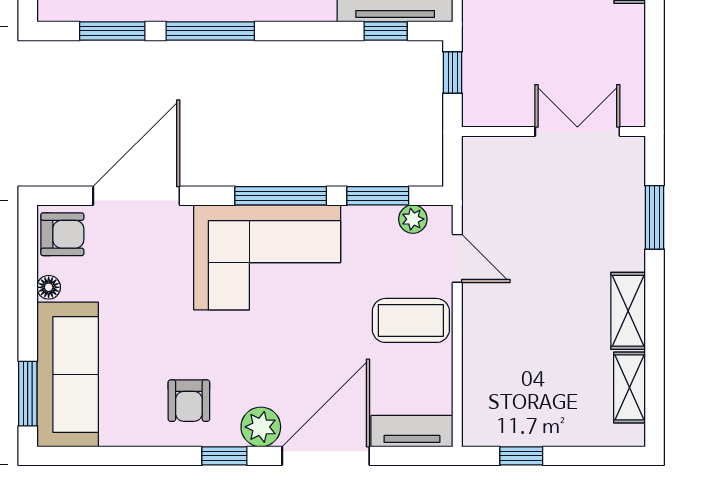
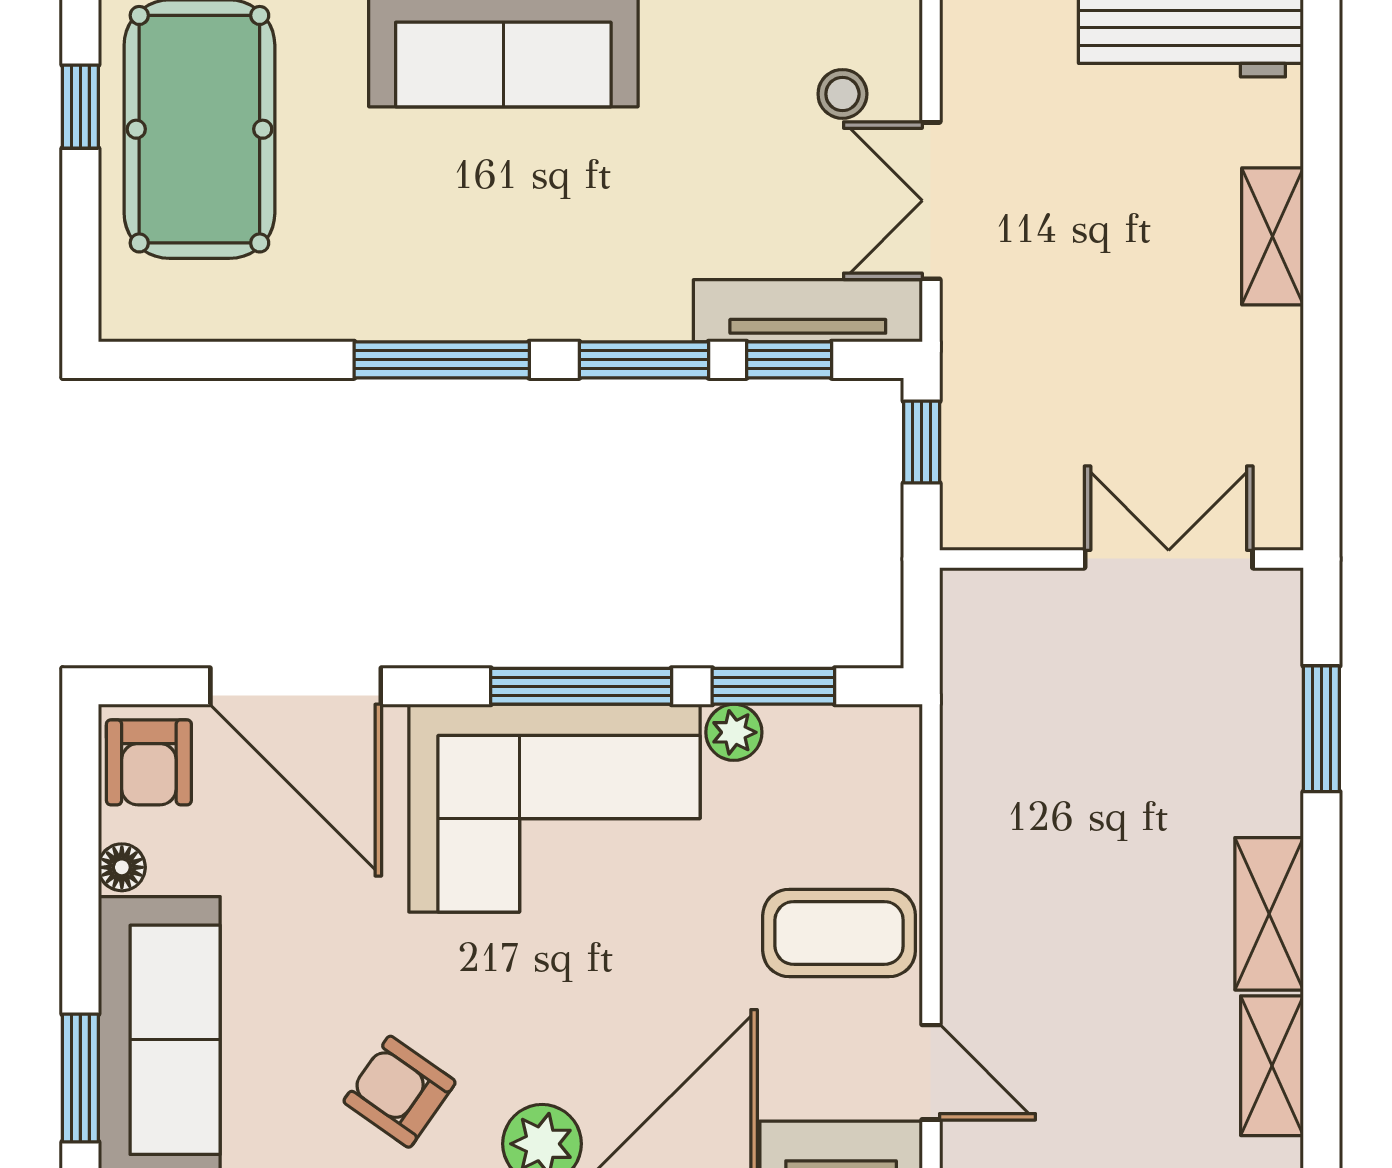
window: (112, 31) -> (644, 360), moved
door: (136, 196) -> (296, 686), swing flipped
plant: (413, 219) -> (734, 732), moved
armchair: (62, 234) -> (149, 762), turned 90
door: (457, 258) -> (931, 1072), moved
armchair: (189, 401) -> (400, 1092), turned 125

